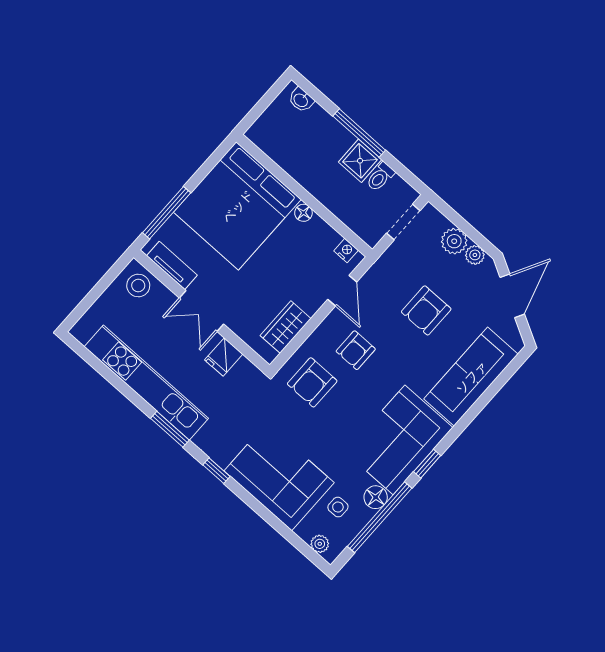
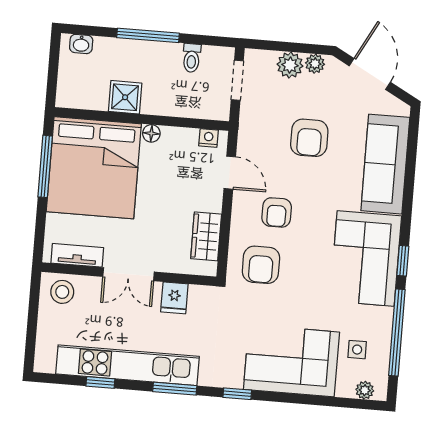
shower: (360, 161) -> (125, 97), moved
window: (167, 213) -> (45, 166), moved
window: (115, 380) -> (100, 382), added
floor lamp: (376, 497) -> (382, 319), removed

